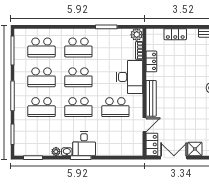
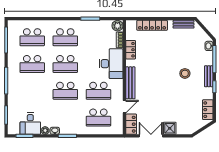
locker: (175, 34) -> (152, 25), width x1.53
school desk: (42, 107) -> (98, 117), moved
desk: (84, 144) -> (30, 124), moved

